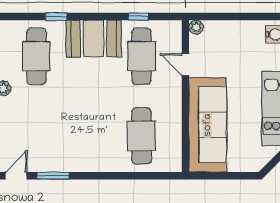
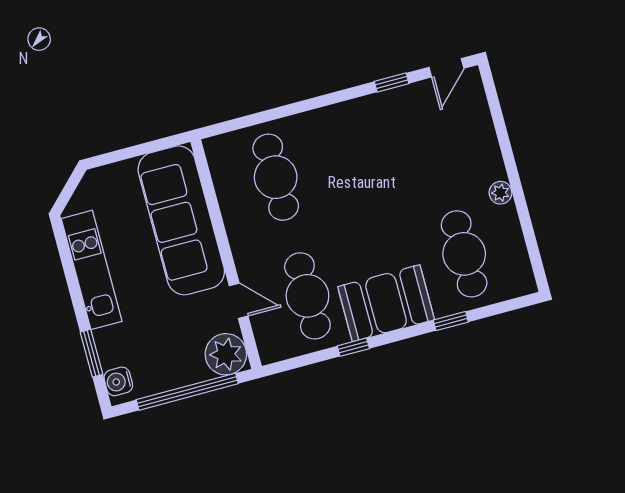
window: (138, 16) -> (353, 347), moved
window: (233, 16) -> (187, 392), added
plant: (196, 27) -> (226, 354), width x1.88, depth x1.88
window: (53, 176) -> (392, 82), width x0.67

